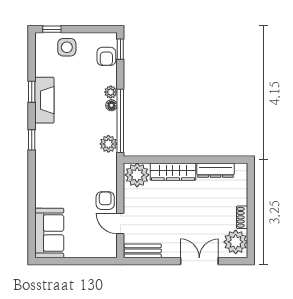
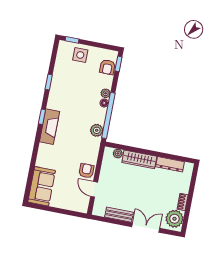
fireplace: (44, 100) -> (50, 127), moved
plant: (137, 175) -> (118, 153), width x0.53, depth x0.53
bench: (143, 251) -> (119, 215), moved

